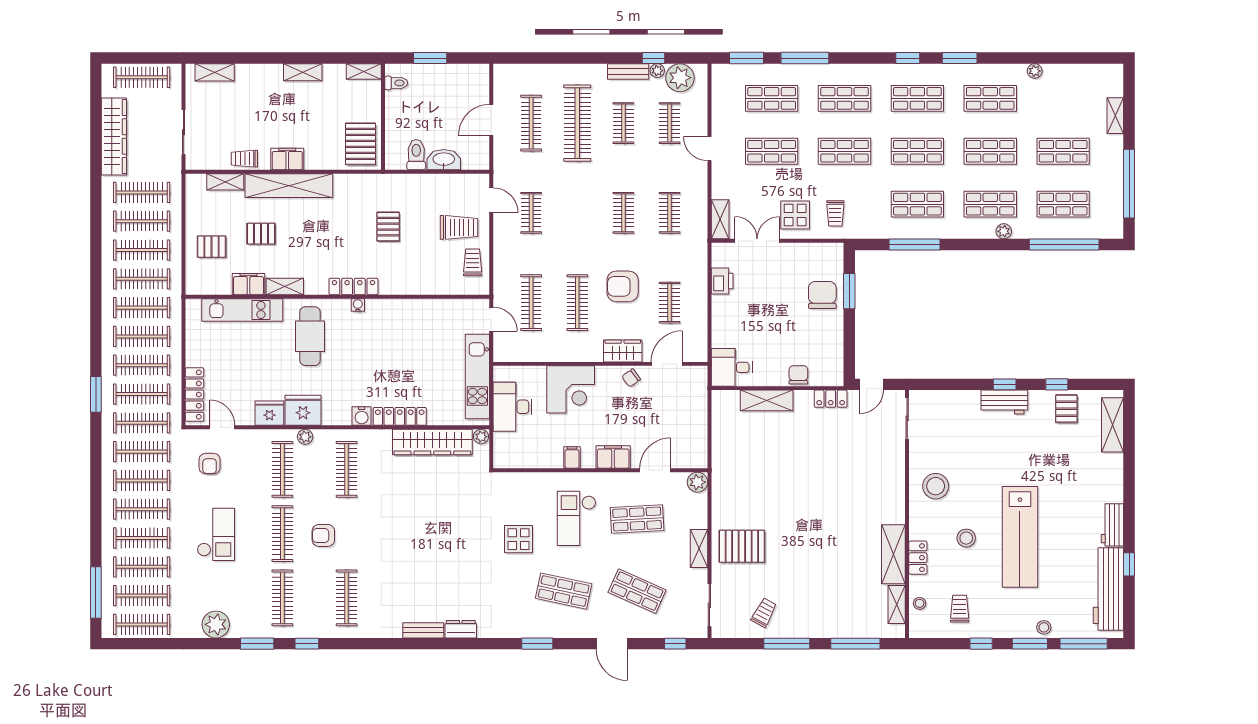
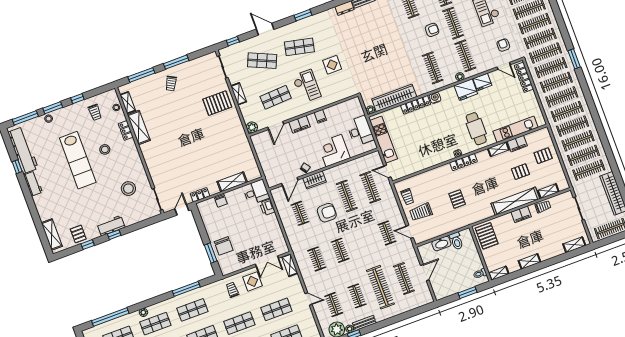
printer: (722, 281) -> (267, 207), moved
stool: (936, 486) -> (128, 189), moved
lab bench: (1020, 537) -> (78, 160), turned 180
trolley: (764, 613) -> (171, 83), moved

